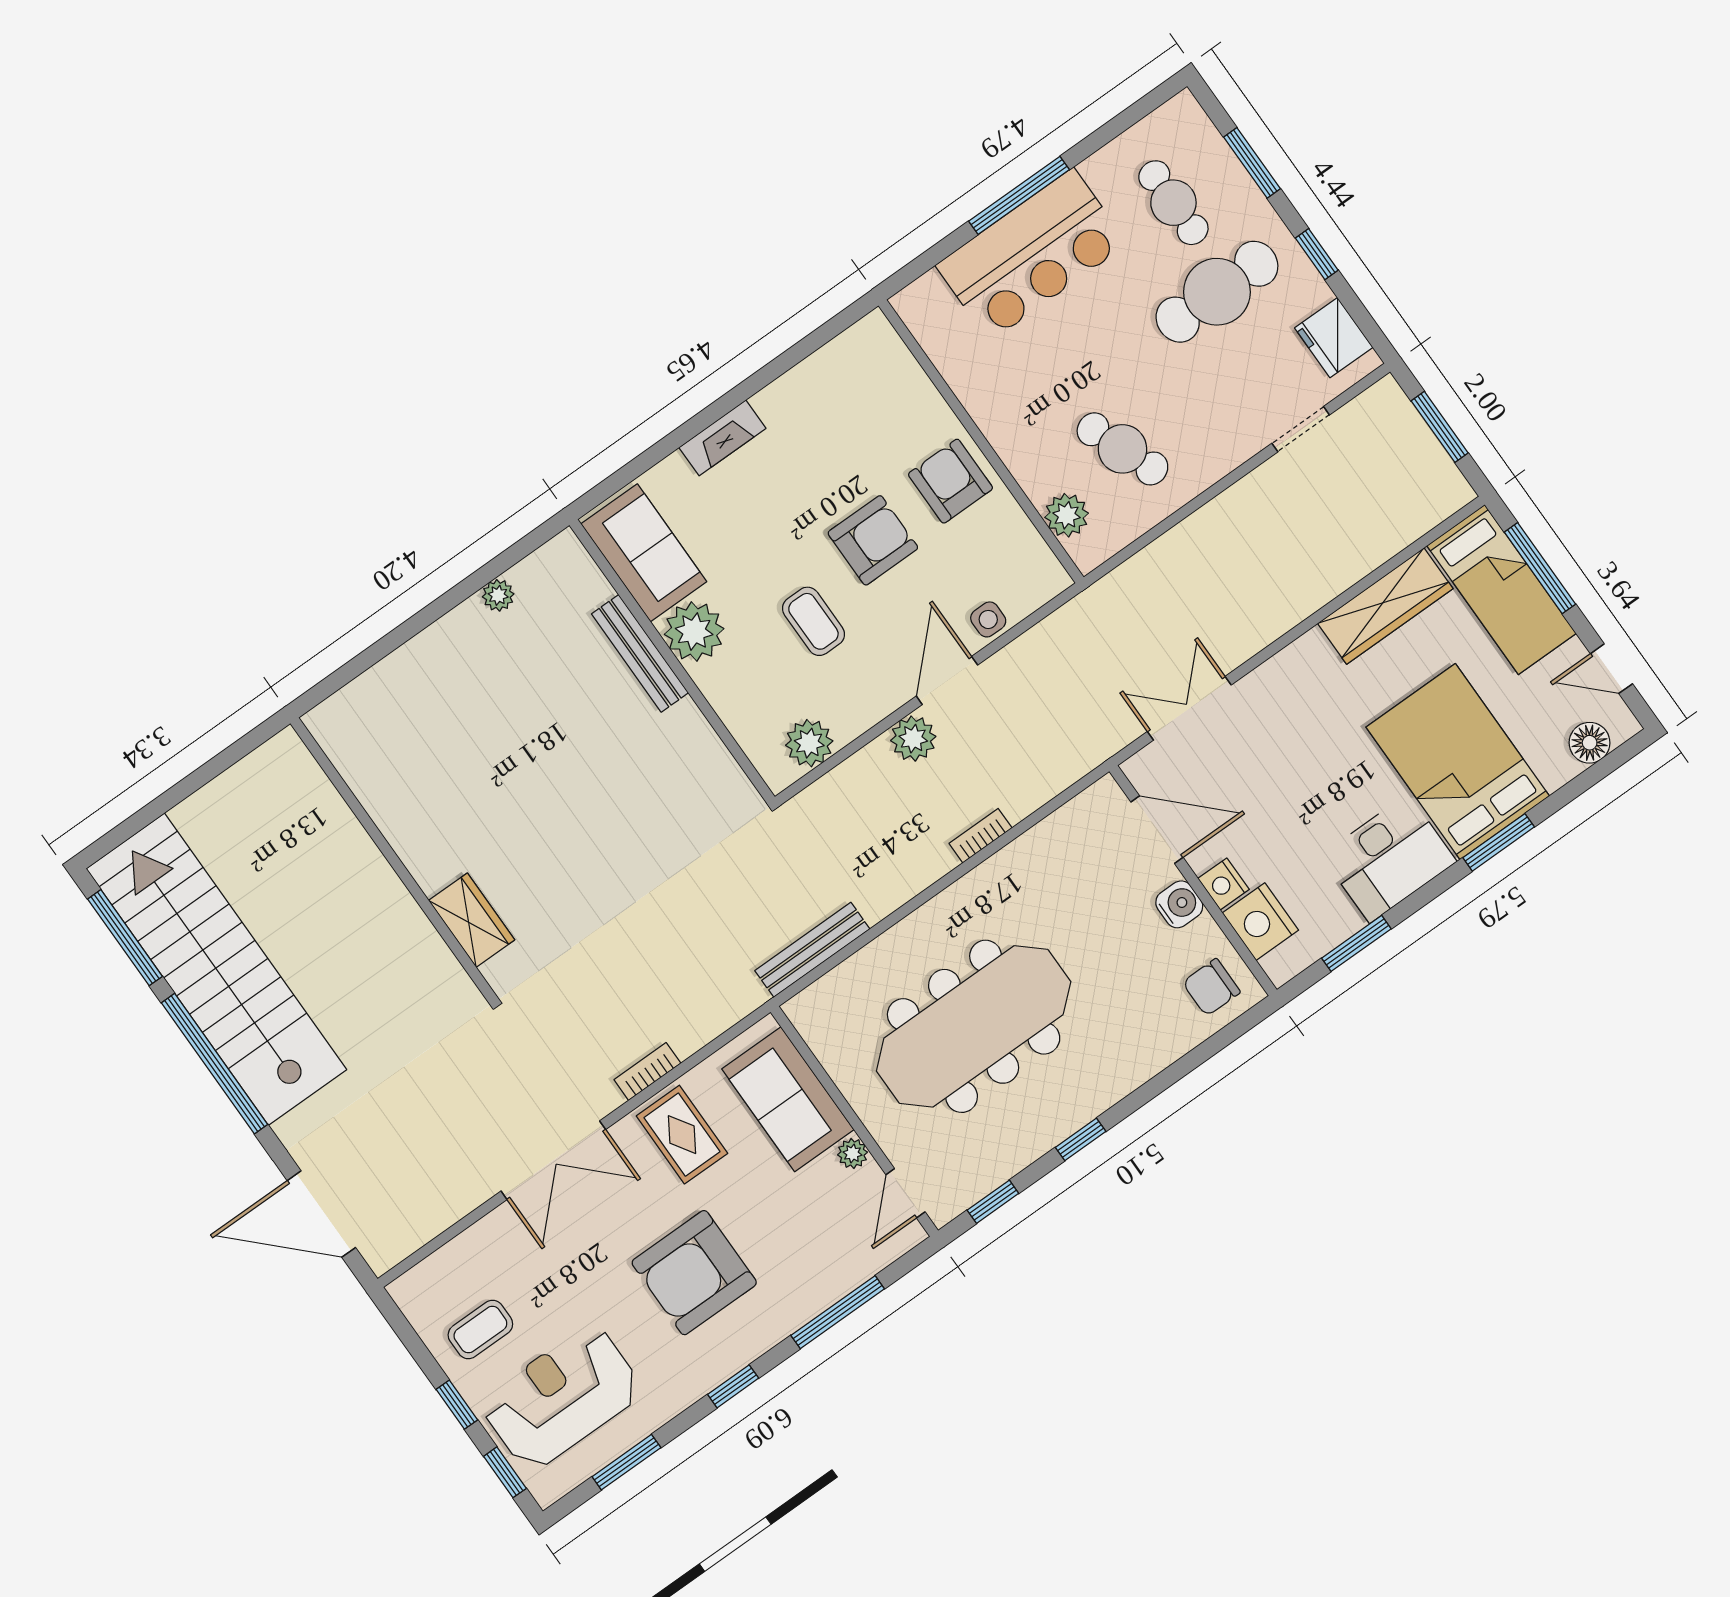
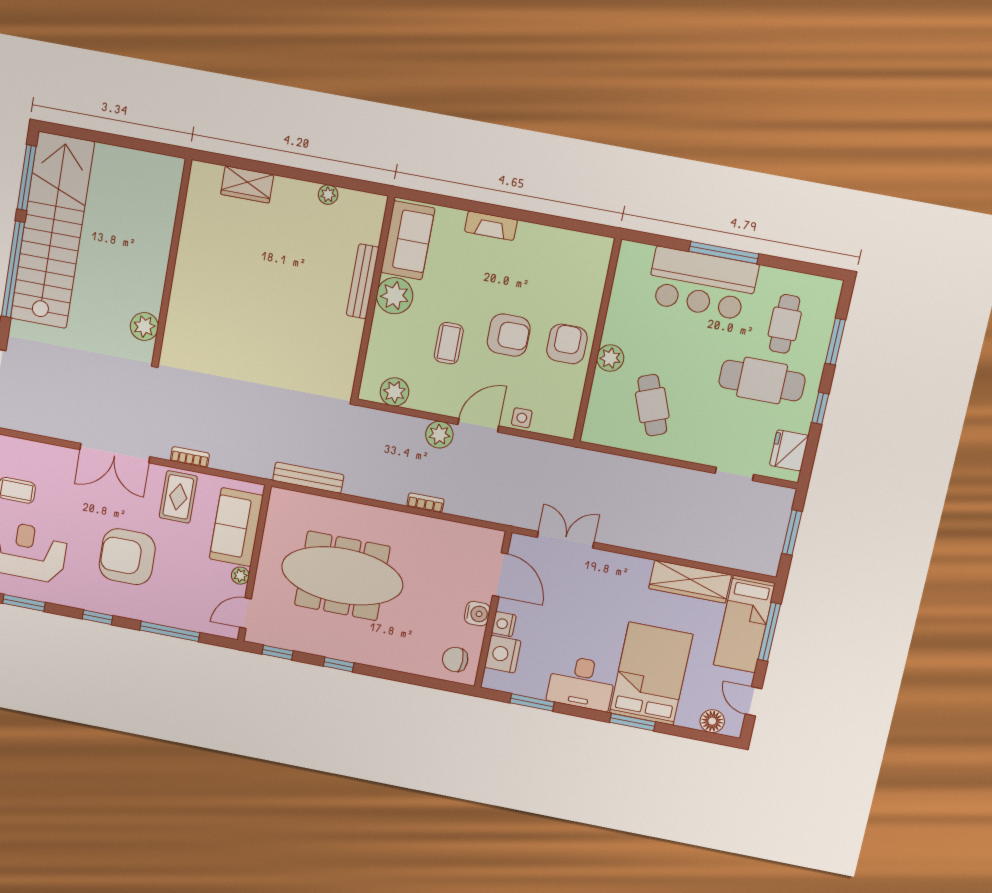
plant: (1067, 515) -> (610, 358), moved
wardrobe: (472, 920) -> (247, 184), moved, turned 90
plant: (437, 971) -> (144, 327), added

